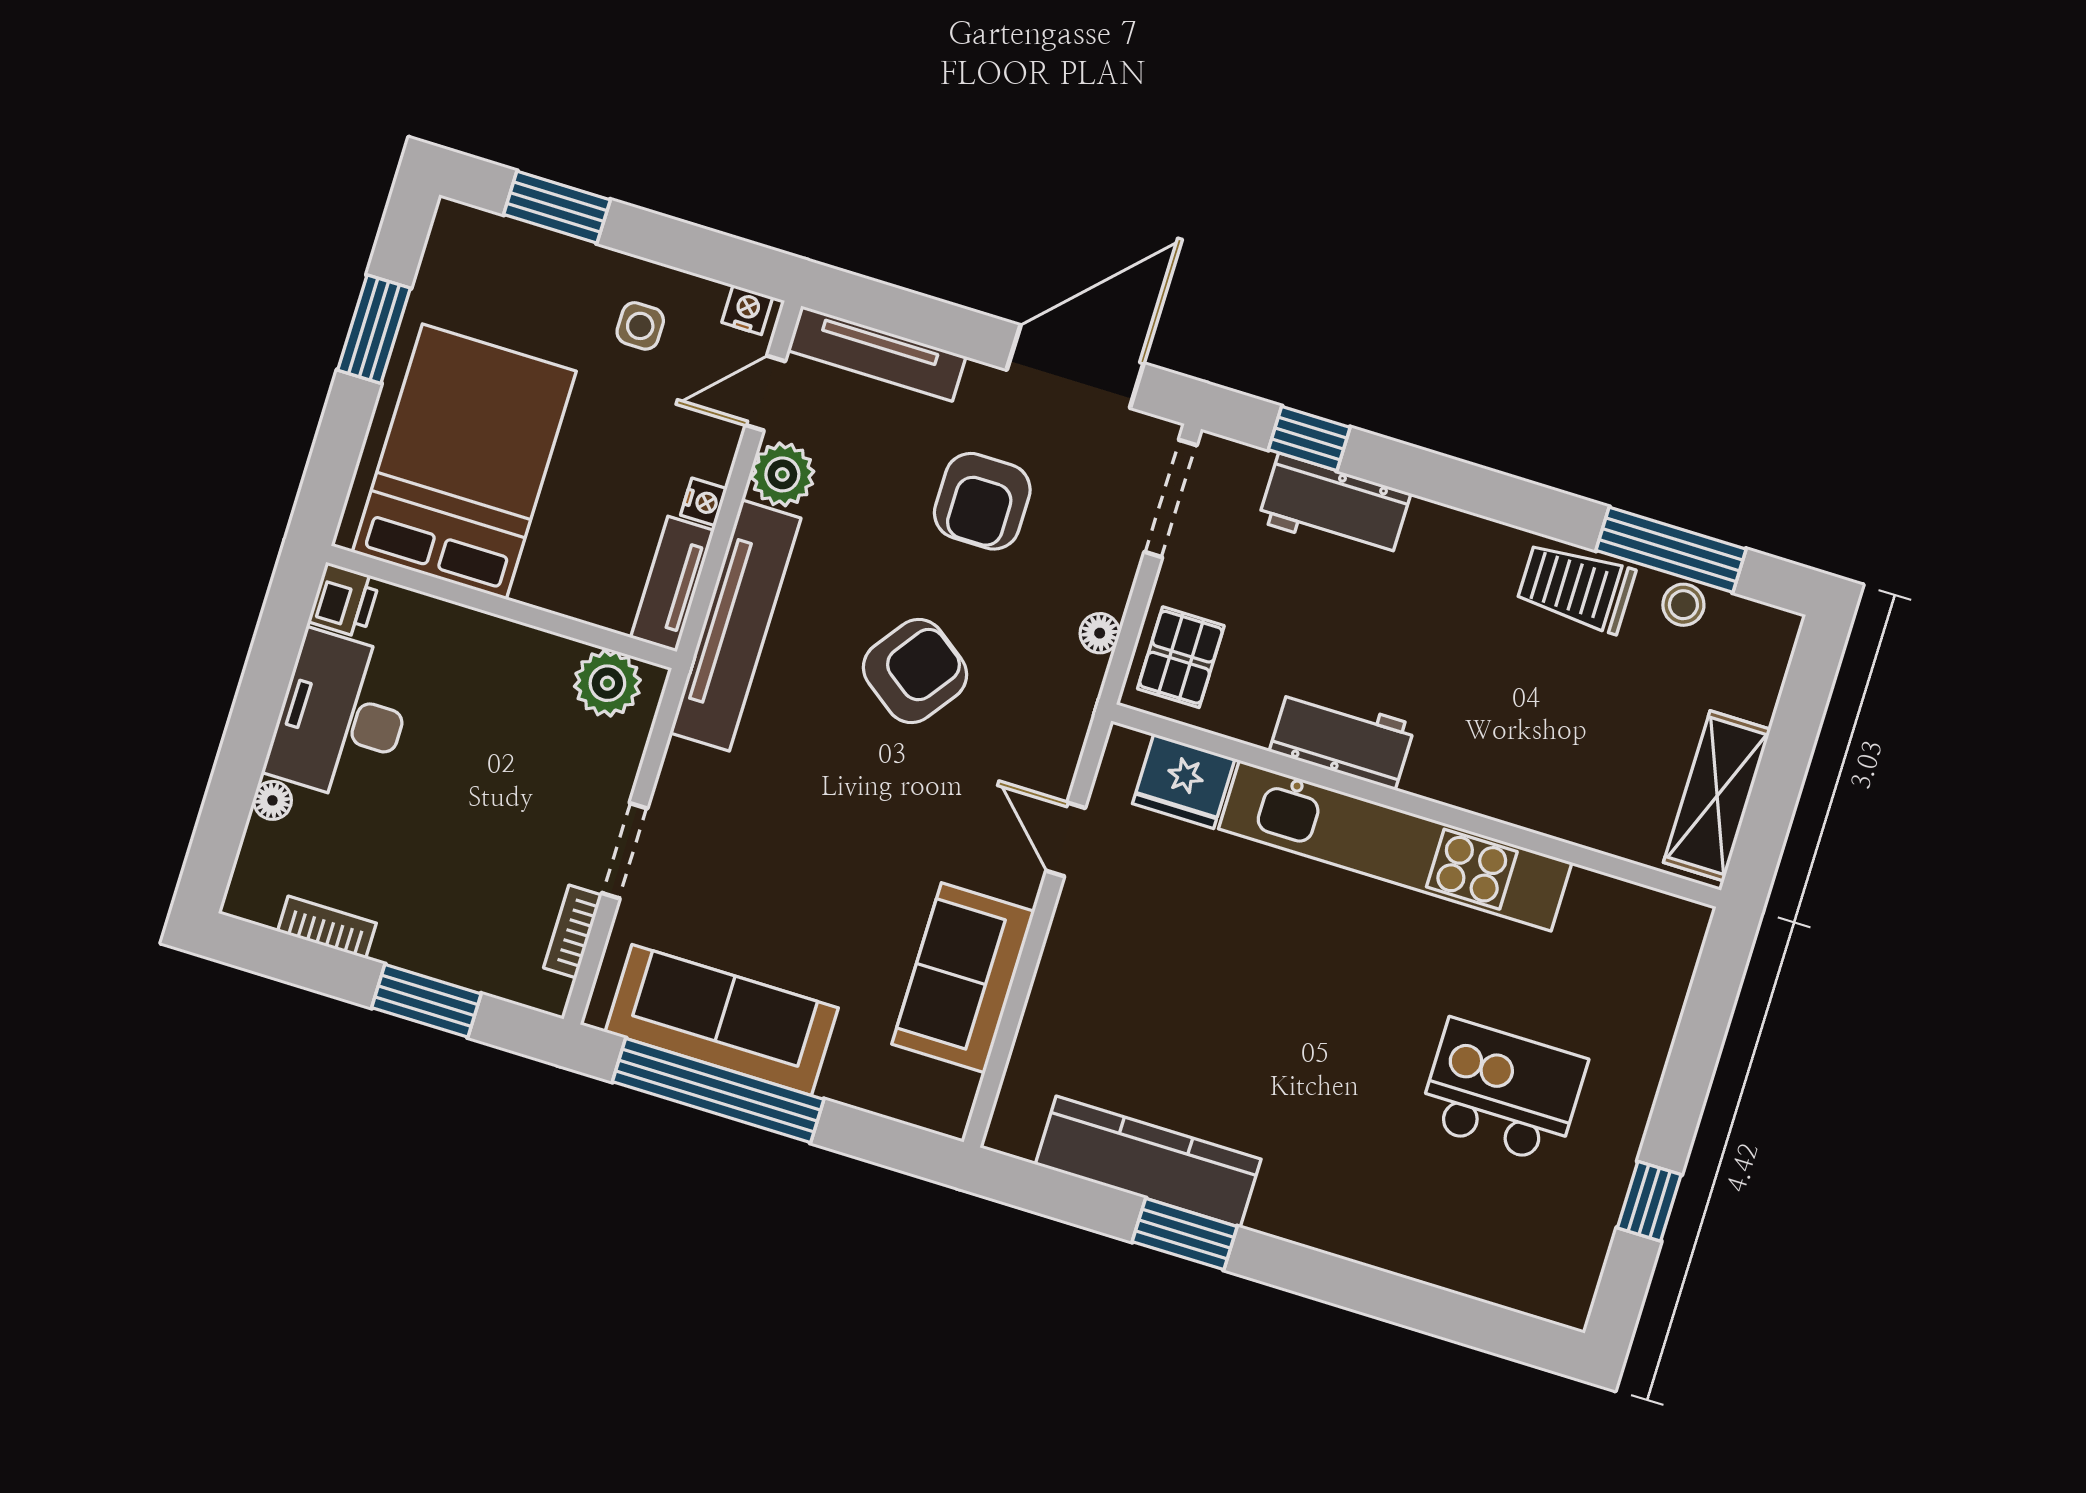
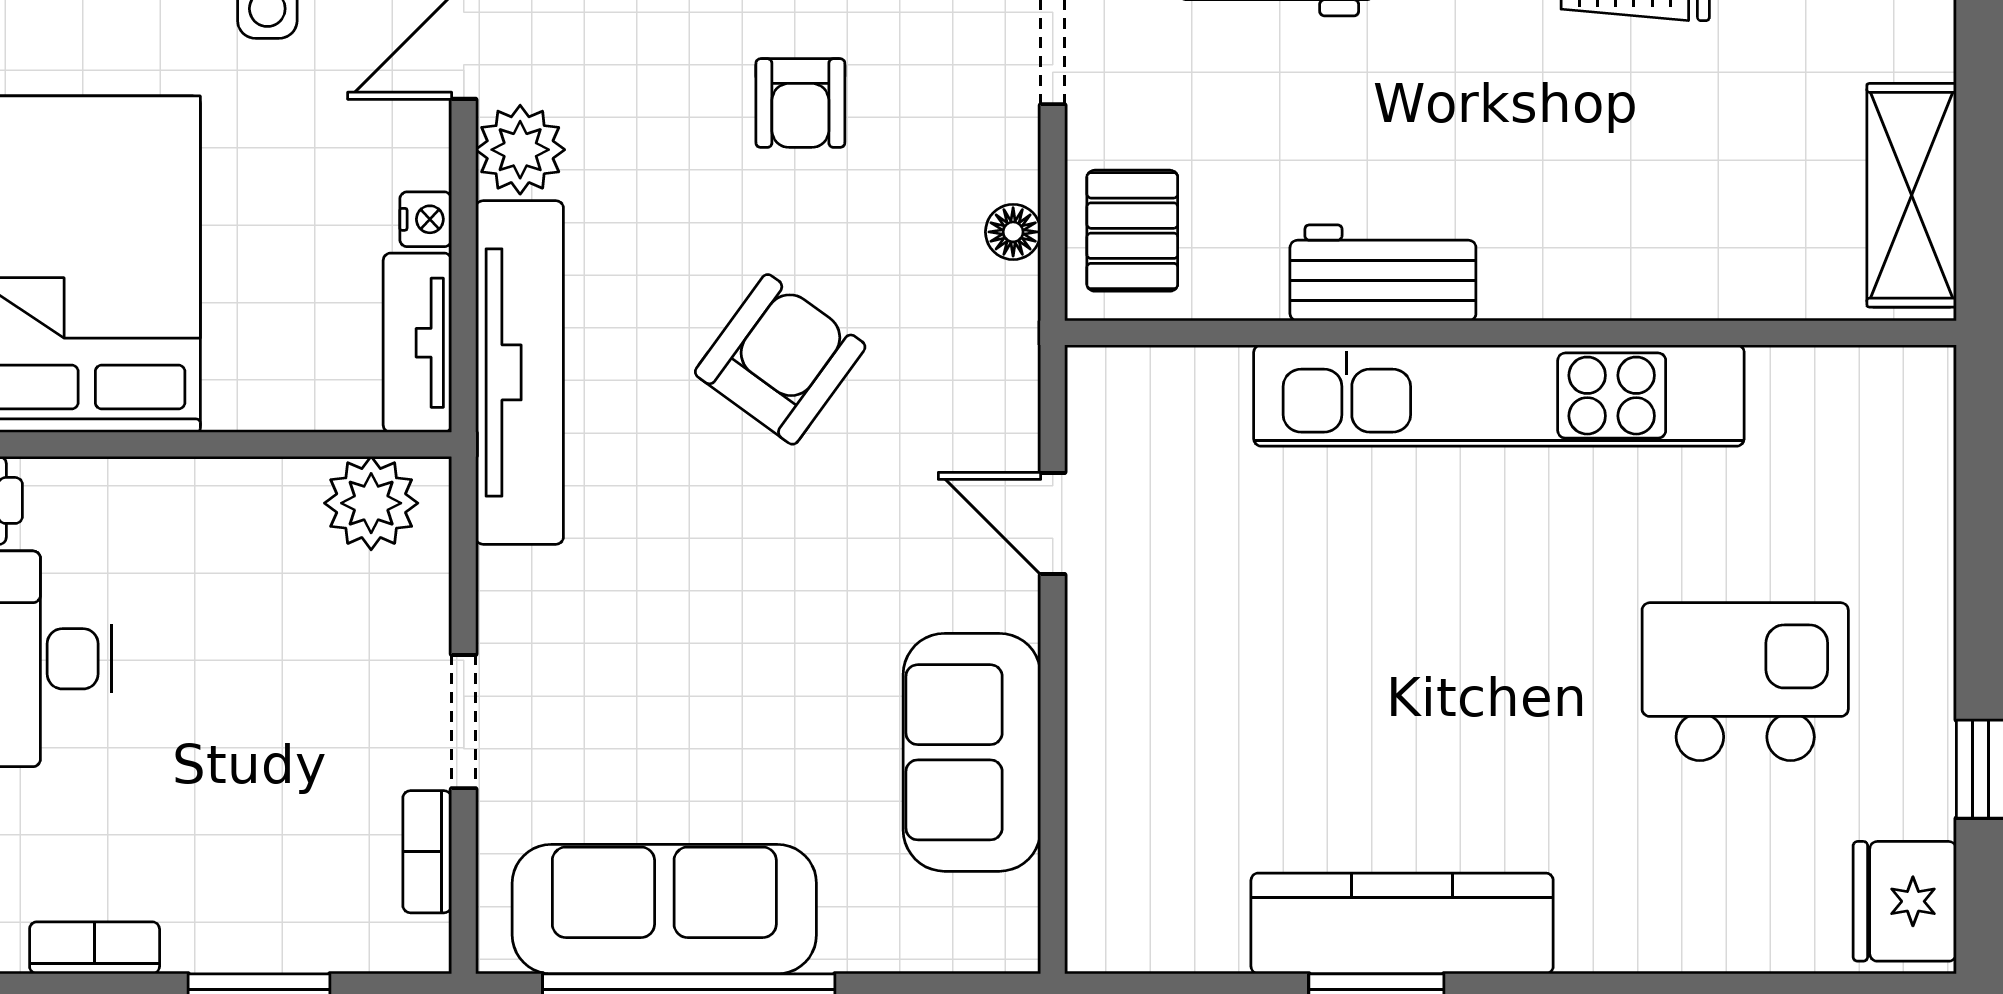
armchair: (982, 501) -> (800, 103), width x0.72, depth x0.72
fridge: (1184, 781) -> (1905, 901), moved, turned 90
kitchen counter: (1148, 1162) -> (1402, 923), moved

